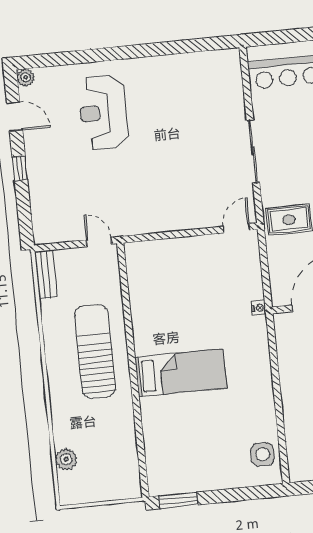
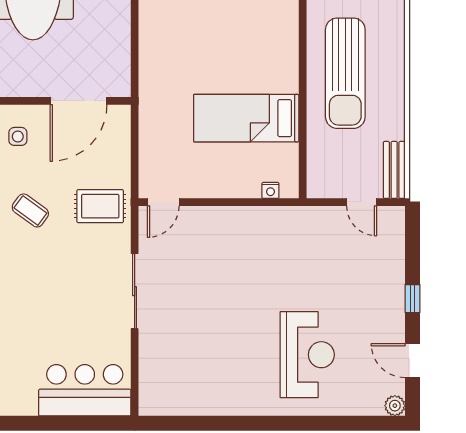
door: (99, 242) -> (362, 202), moved
nightstand: (259, 308) -> (270, 190), moved, turned -90
bed: (181, 373) -> (246, 118), moved

